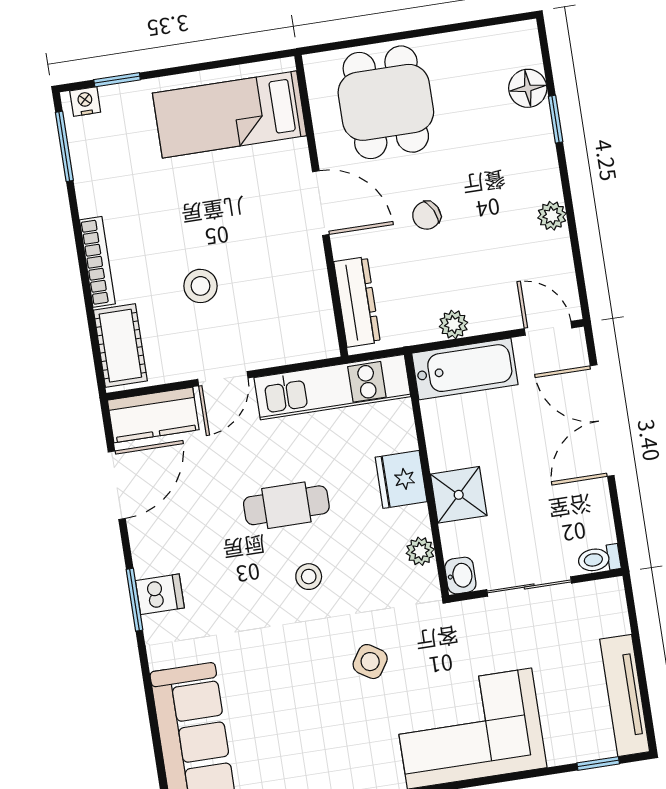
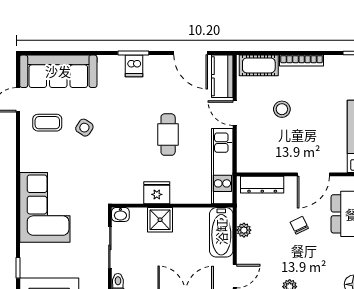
fridge: (401, 479) -> (157, 193), moved
plant: (420, 551) -> (135, 197), removed
stool: (309, 577) -> (131, 140), removed
side table: (370, 662) -> (84, 128), moved
coffee table: (300, 750) -> (47, 123), added

